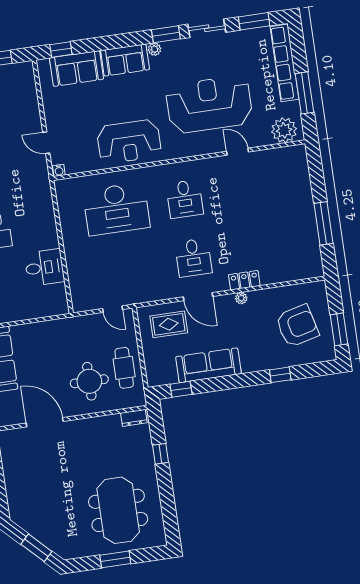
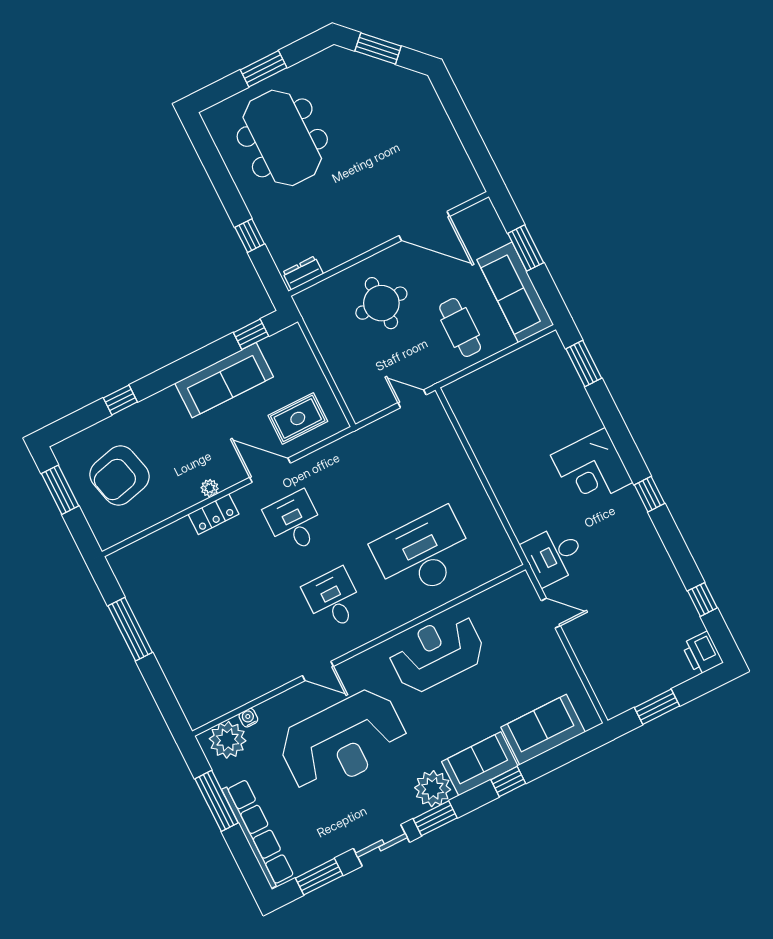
plant: (155, 49) -> (433, 789), width x1.88, depth x1.88
window: (61, 50) -> (508, 782), moved
door: (238, 152) -> (318, 671), moved
water cooler: (59, 170) -> (248, 718), moved
desk: (44, 267) -> (554, 555), moved
door: (113, 309) -> (412, 399), moved
cafe table: (124, 368) -> (460, 328), moved

